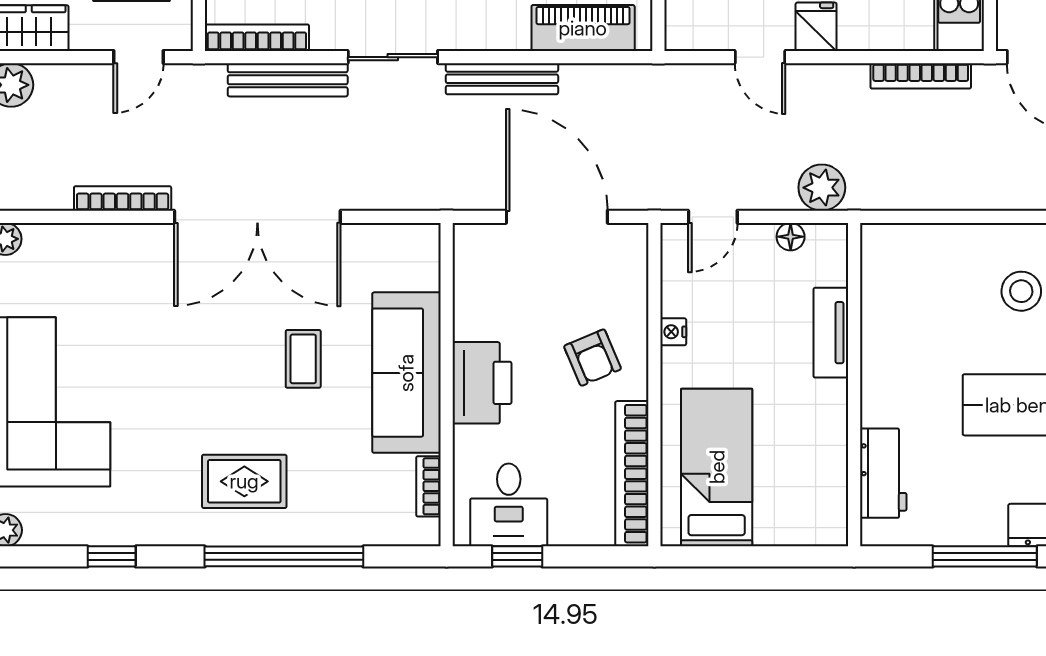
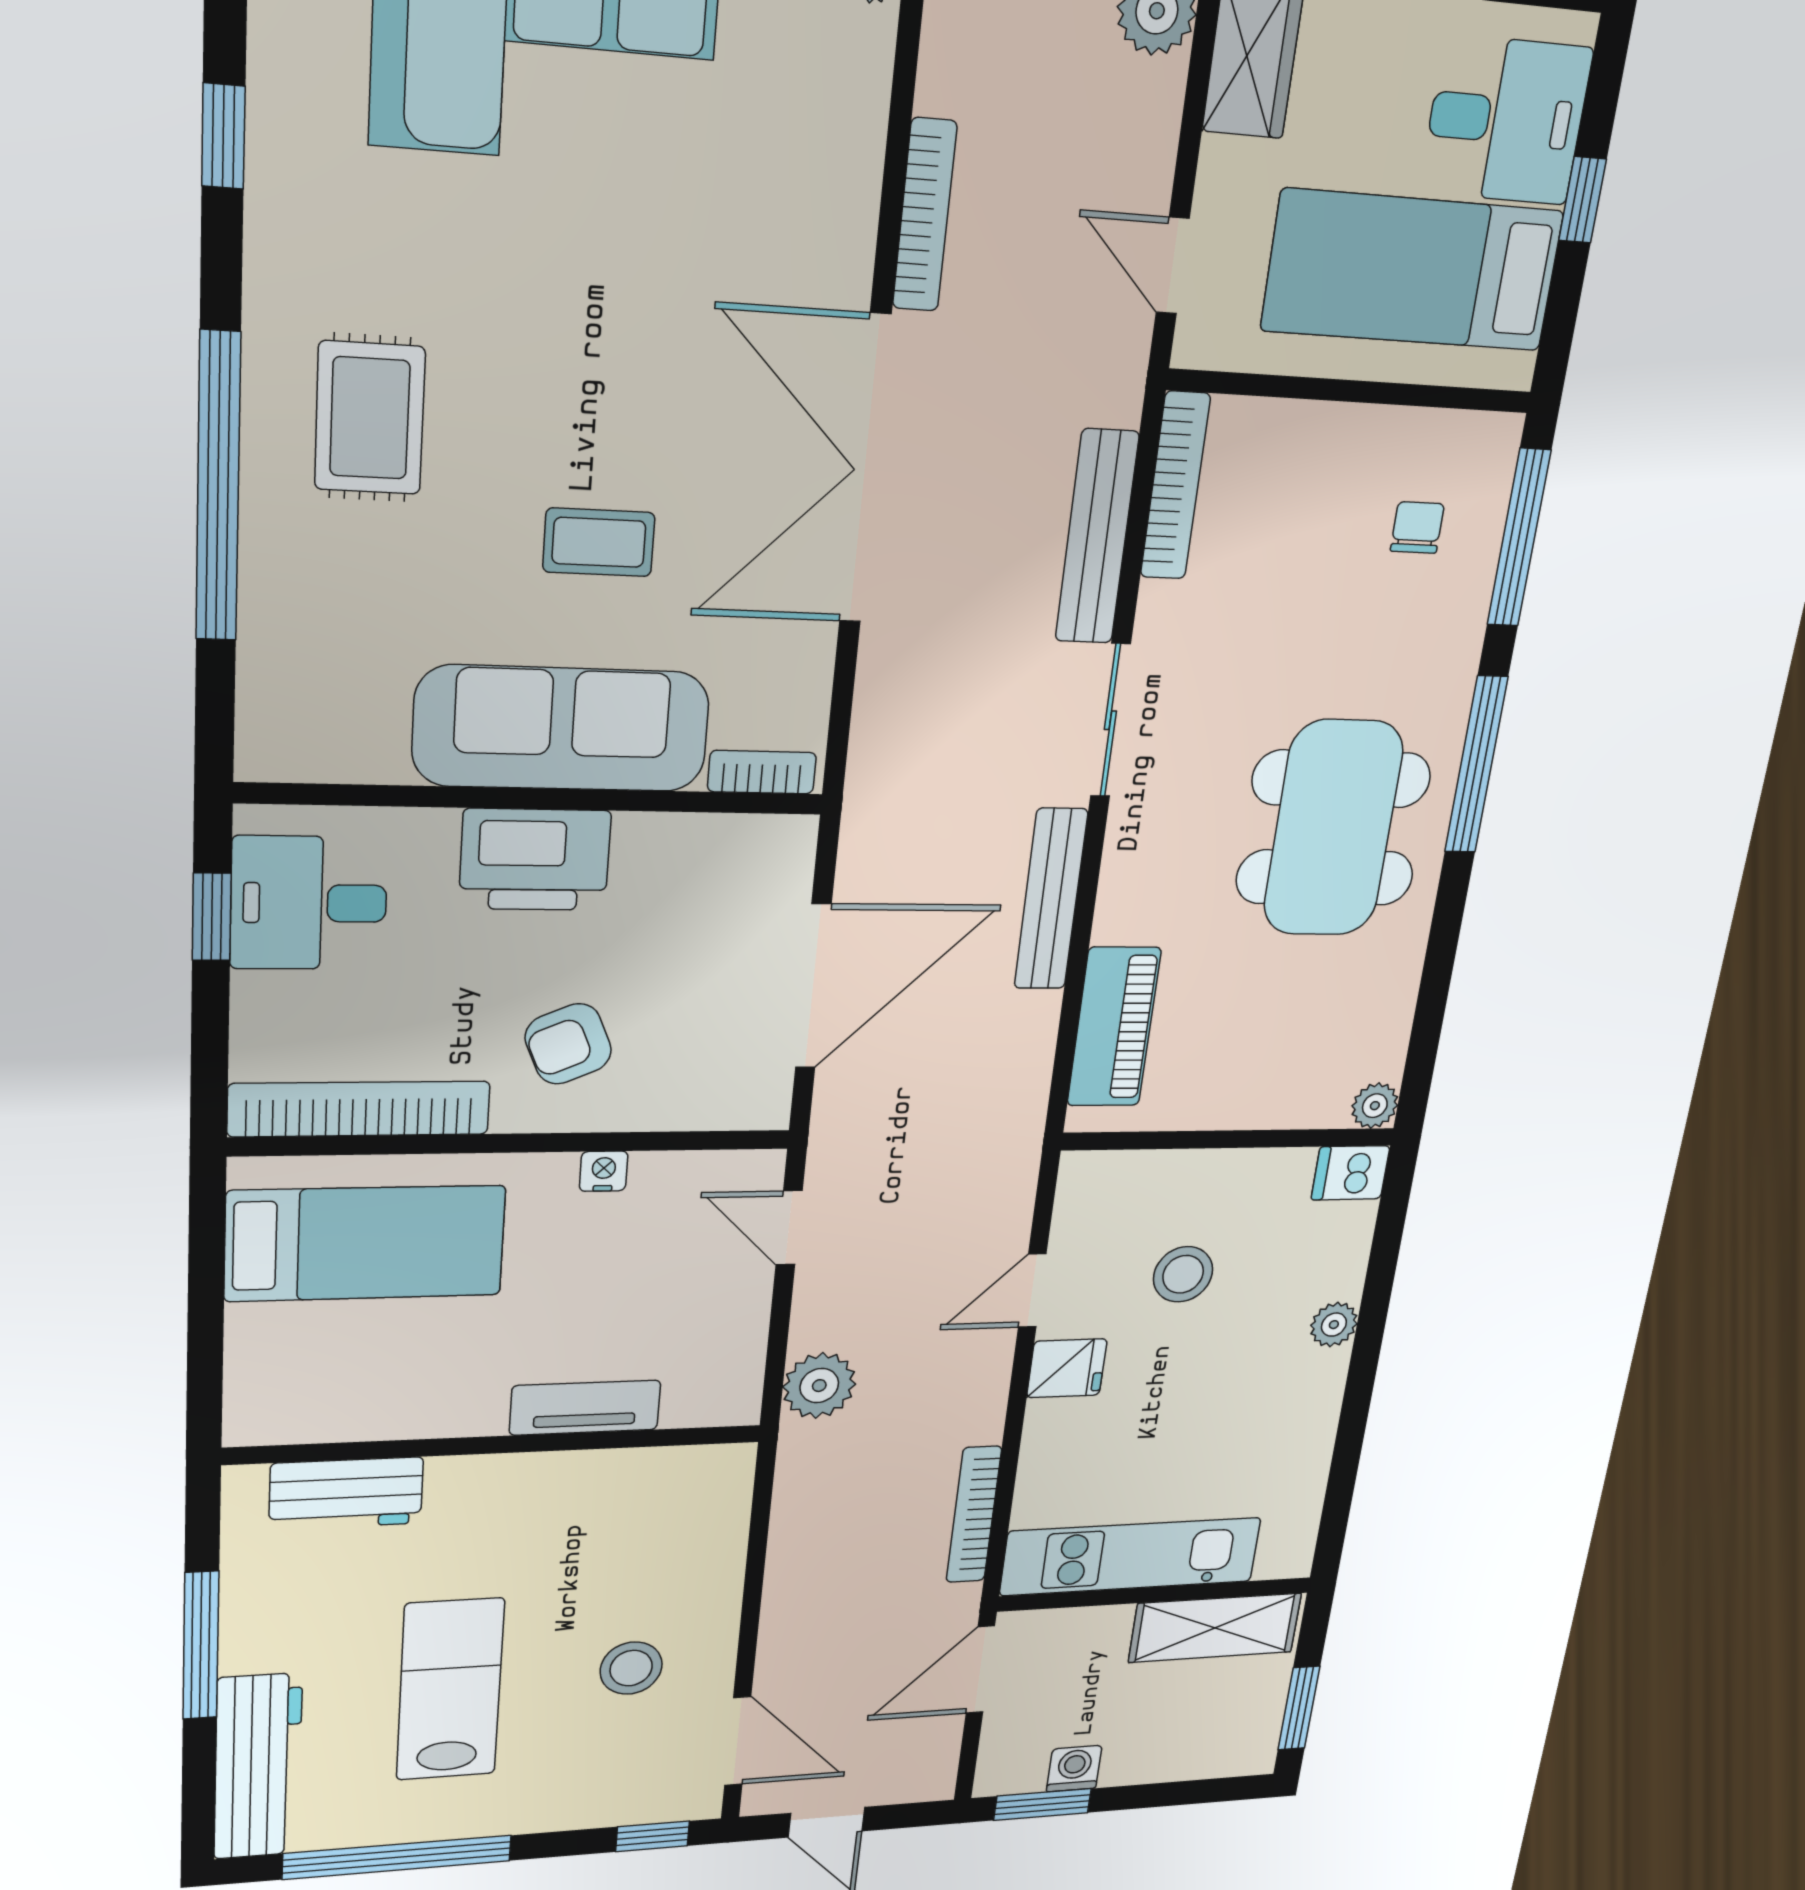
floor lamp: (791, 237) -> (746, 1343), removed
bookcase: (428, 486) -> (762, 772), moved

